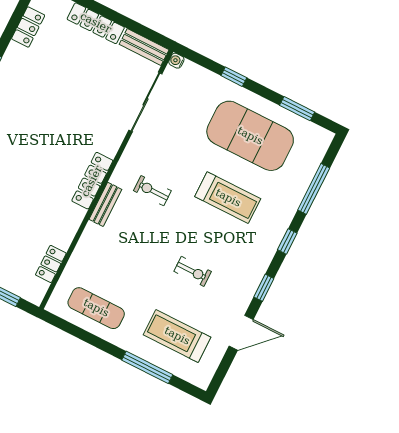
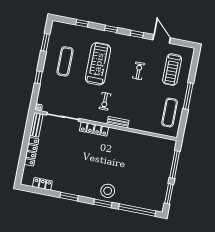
exercise mat: (250, 136) -> (65, 61), width x0.50, depth x0.69
locker: (92, 181) -> (94, 129), moved
window: (314, 189) -> (82, 23), width x0.46
treadmill: (228, 198) -> (98, 64), width x1.37, depth x1.37
locker: (51, 264) -> (154, 141), removed
window: (147, 367) -> (188, 96), moved

